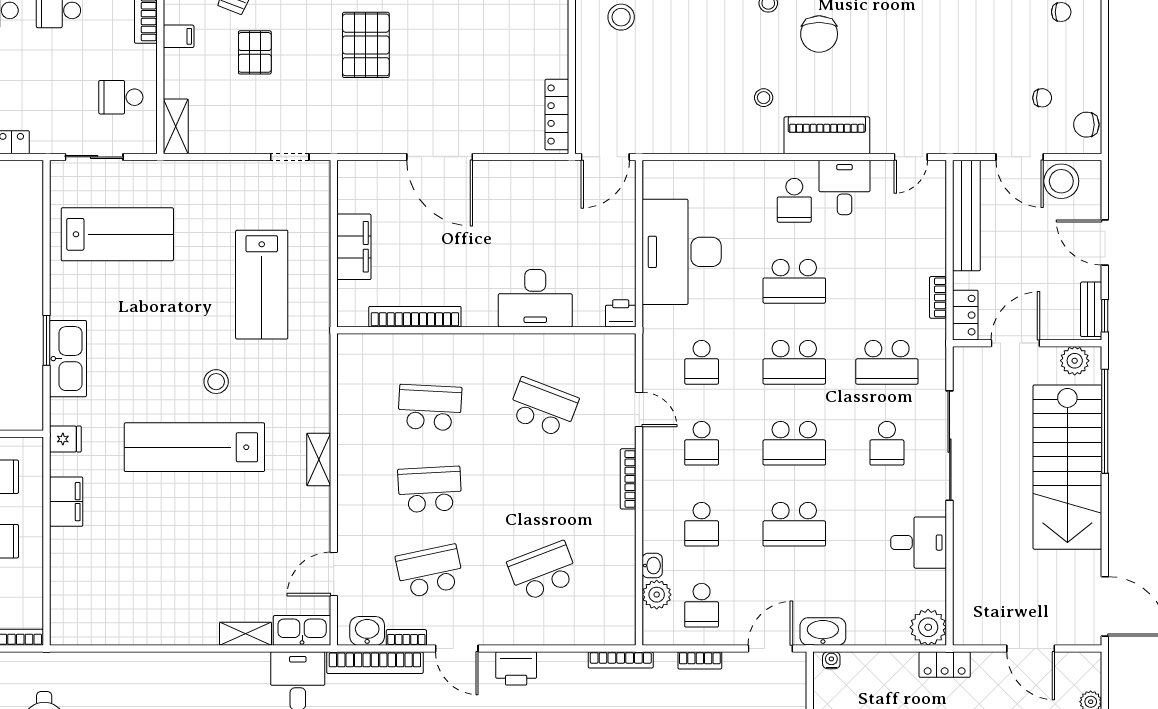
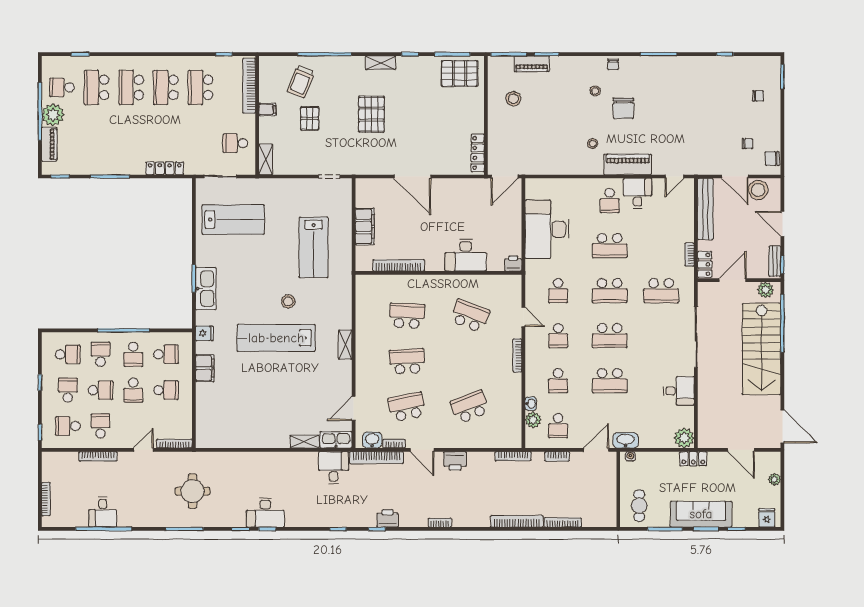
school desk: (887, 443) -> (661, 336), removed

